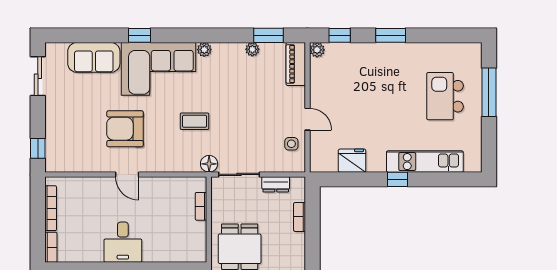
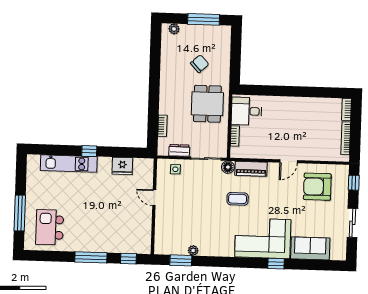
window: (391, 35) -> (91, 257), width x1.44
plant: (204, 50) -> (229, 251), removed
plant: (317, 50) -> (145, 249), removed
piano: (296, 64) -> (251, 169), moved, turned 90
sliding door: (38, 76) -> (352, 223), moved
kitchen island: (445, 96) -> (50, 227), moved, turned 180
armchair: (125, 129) -> (317, 187), moved, turned 180
side table: (291, 144) -> (175, 169), moved
door: (127, 174) -> (289, 161), swing flipped
desk: (123, 242) -> (247, 111), moved, turned -90

